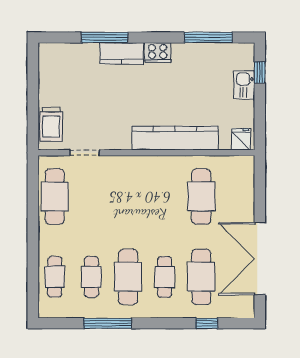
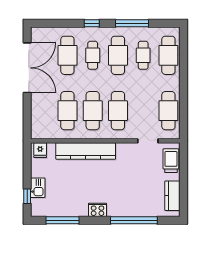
window: (105, 37) -> (134, 220), width x1.46
kitchen counter: (122, 54) -> (172, 196), moved, turned -90
cafe table: (128, 197) -> (118, 111), added
cafe table: (165, 197) -> (93, 111), added
cafe table: (55, 277) -> (168, 55), width x1.37, depth x1.35
window: (207, 323) -> (92, 23), moved

